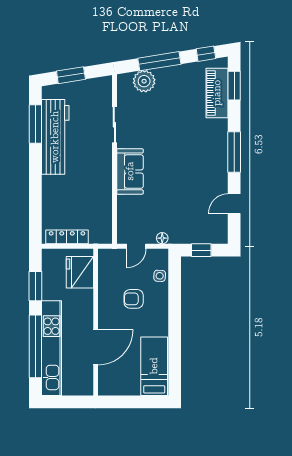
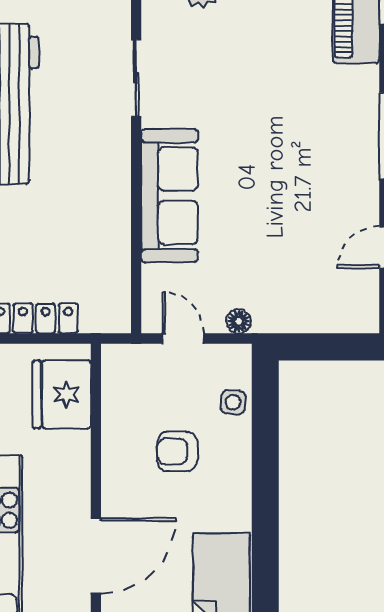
sofa: (130, 171) -> (169, 196), width x1.36
door: (136, 246) -> (183, 338), swing flipped
window: (201, 250) -> (322, 347), removed

